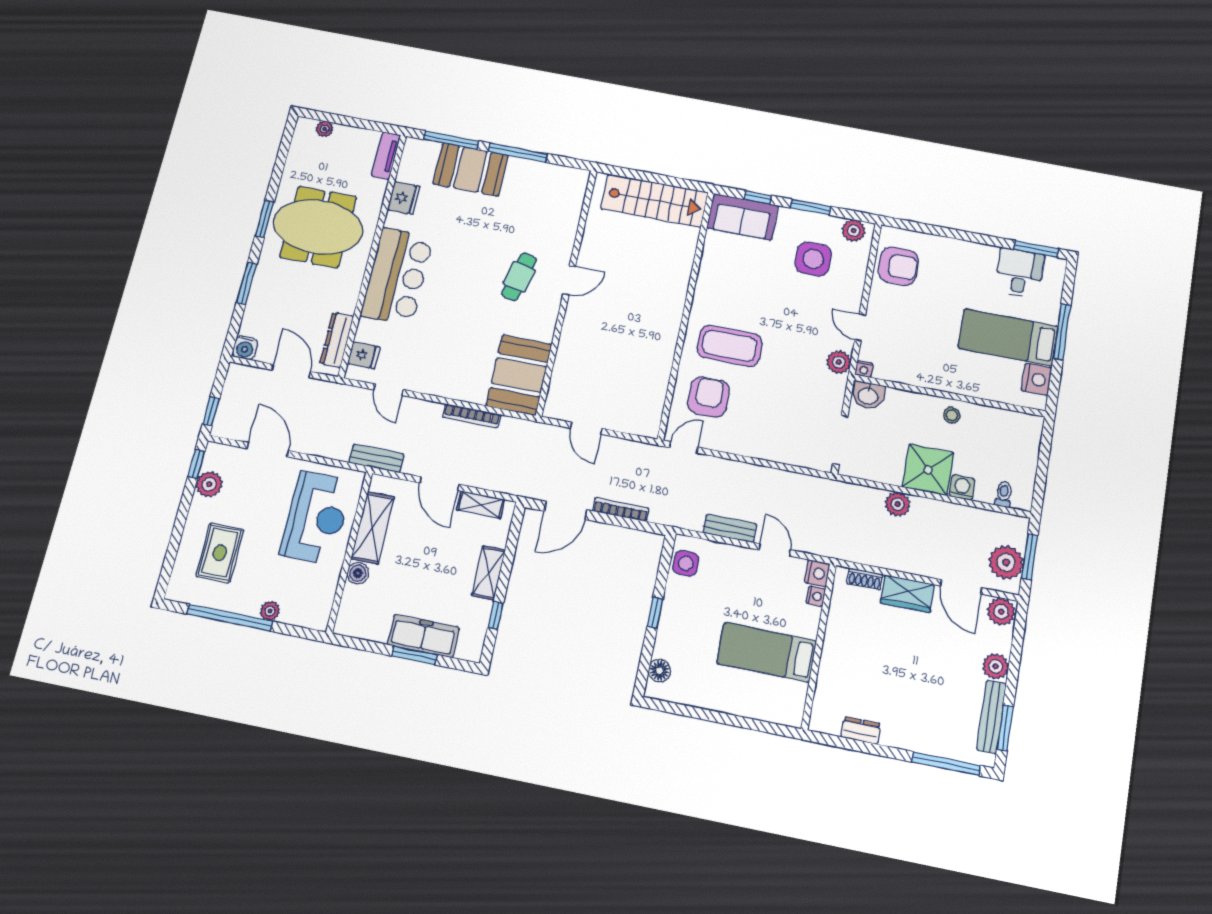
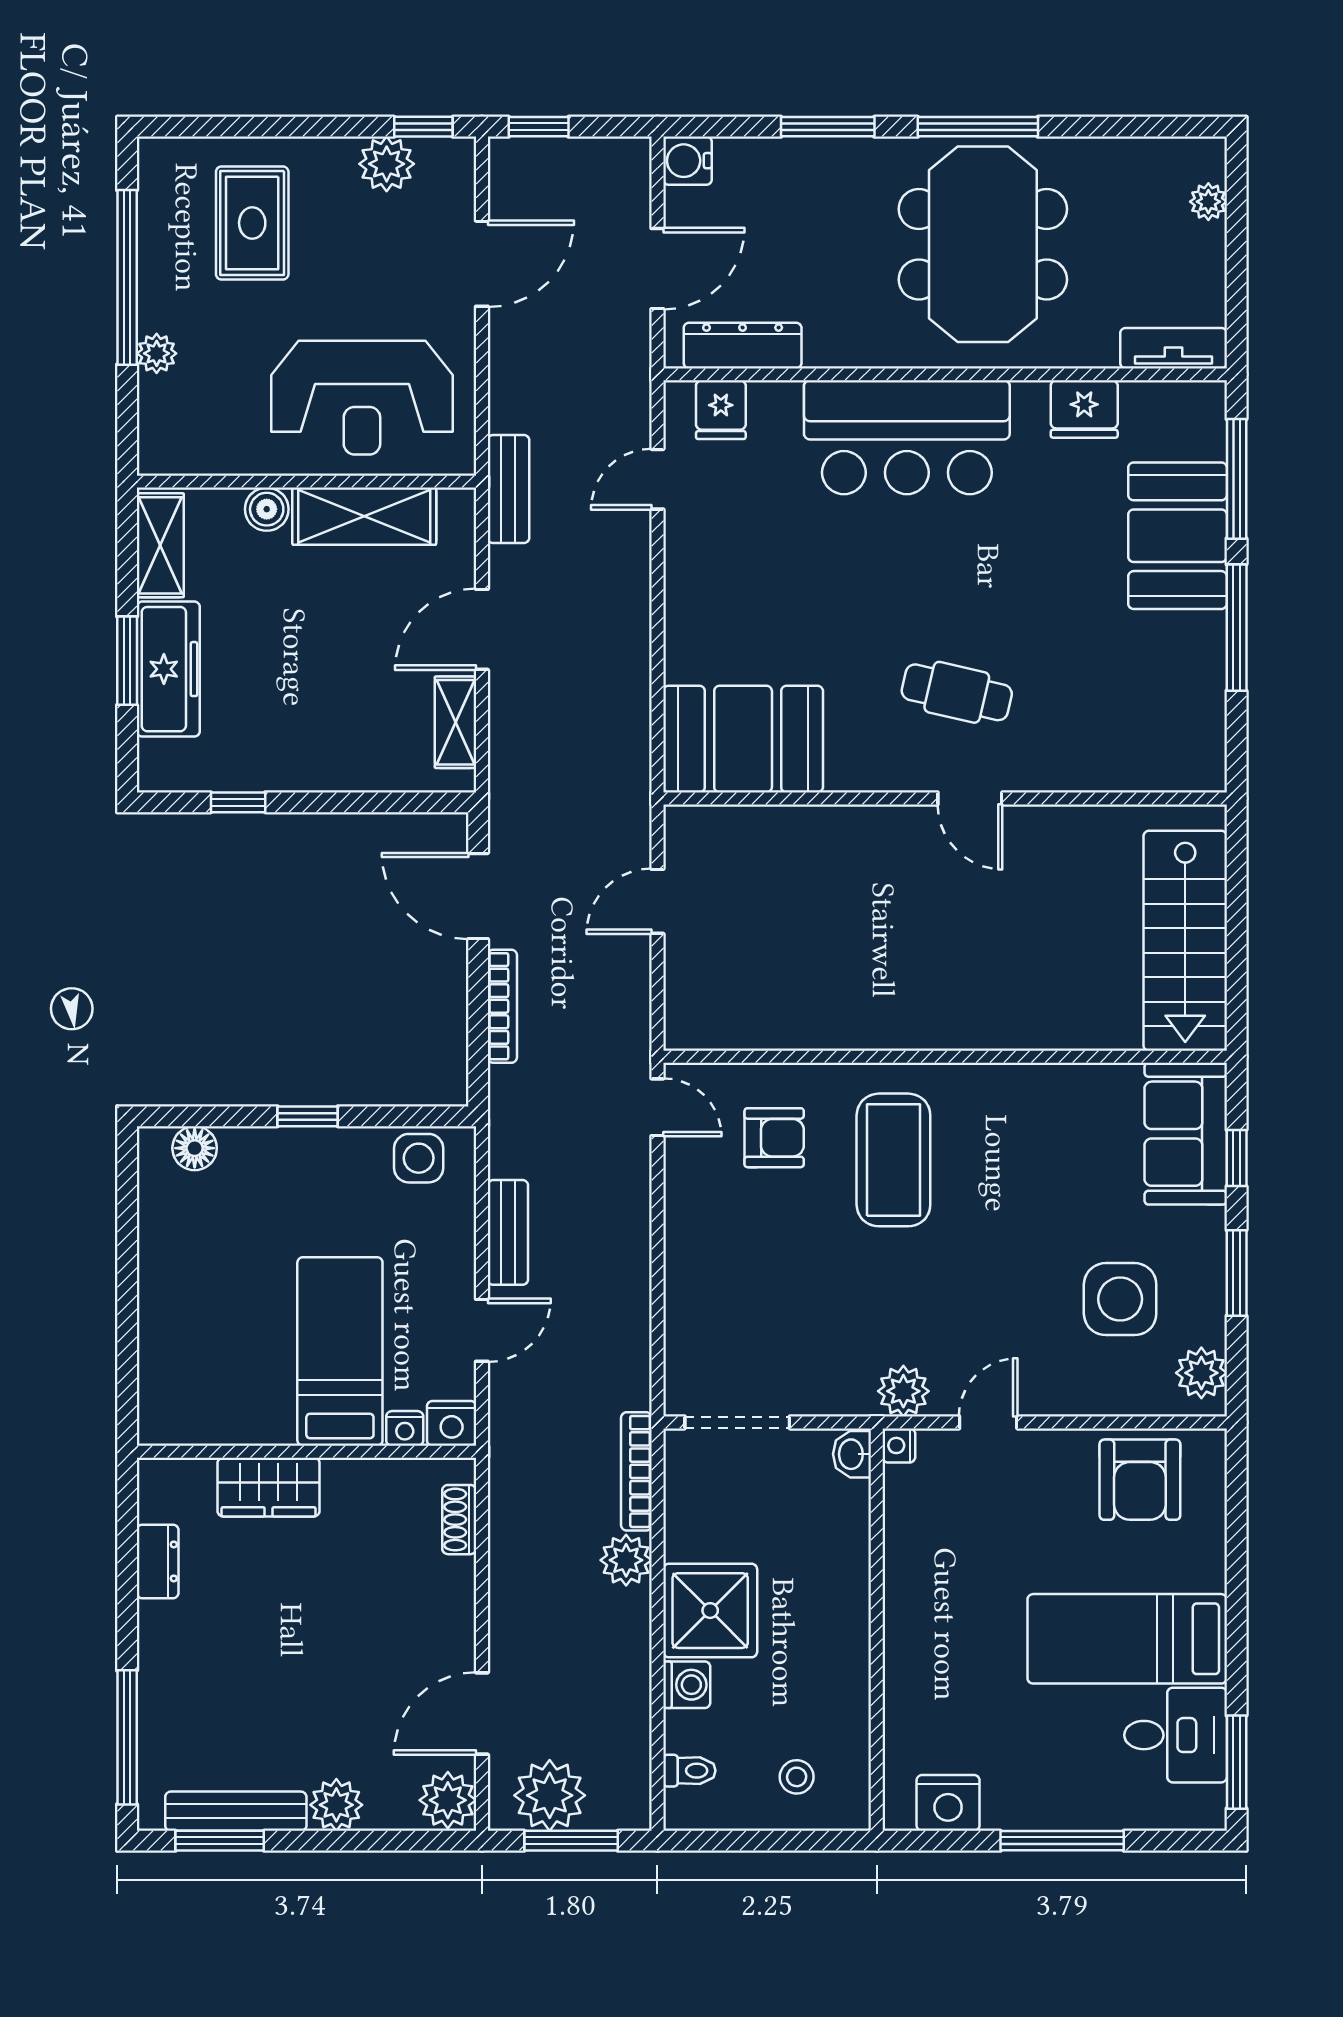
window: (265, 219) -> (978, 127), width x1.44
bed: (1008, 337) -> (1127, 1639), moved, turned -90
washbasin: (868, 395) -> (852, 1454), width x0.72, depth x0.69
armchair: (709, 397) -> (774, 1138), width x0.72, depth x0.72
stool: (952, 415) -> (797, 1777), moved
bookcase: (472, 416) -> (636, 1471), moved
rug: (220, 553) -> (252, 223), turned 90
shelving: (488, 573) -> (160, 545), moved, turned 90
wardrobe: (907, 594) -> (269, 1487), moved, turned -90
bed: (767, 652) -> (340, 1351), moved

